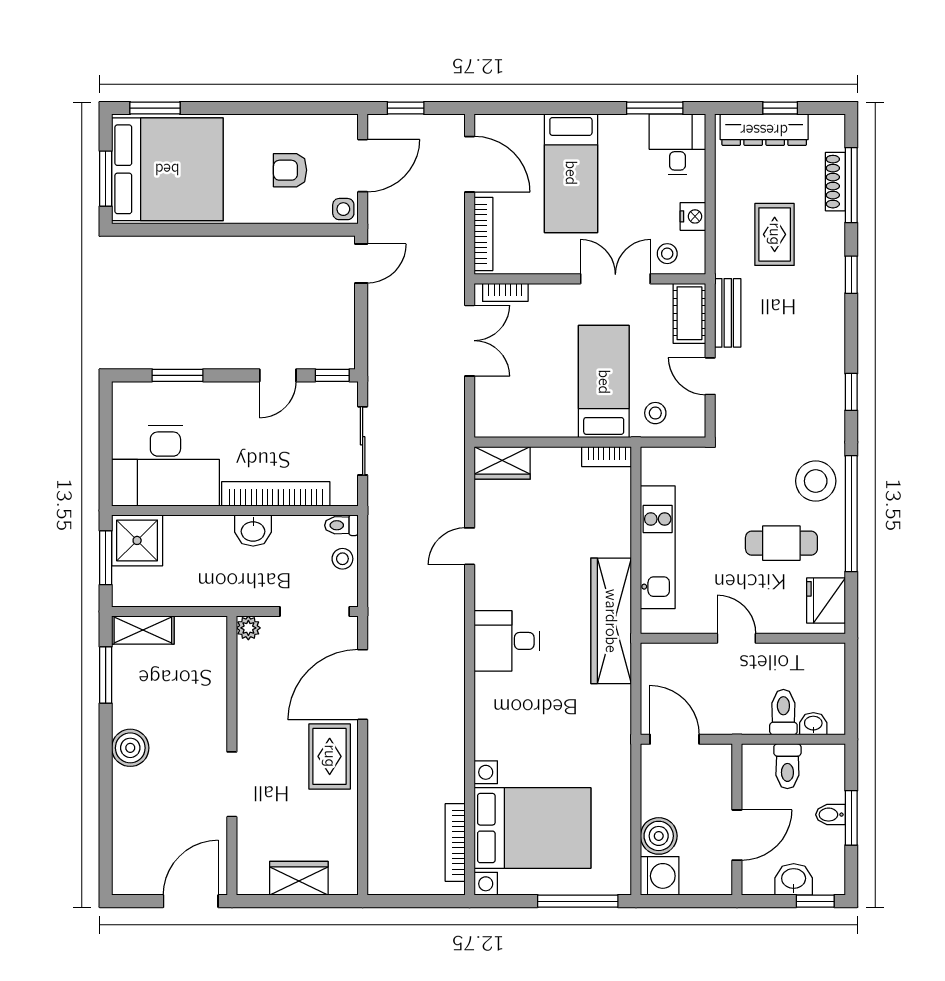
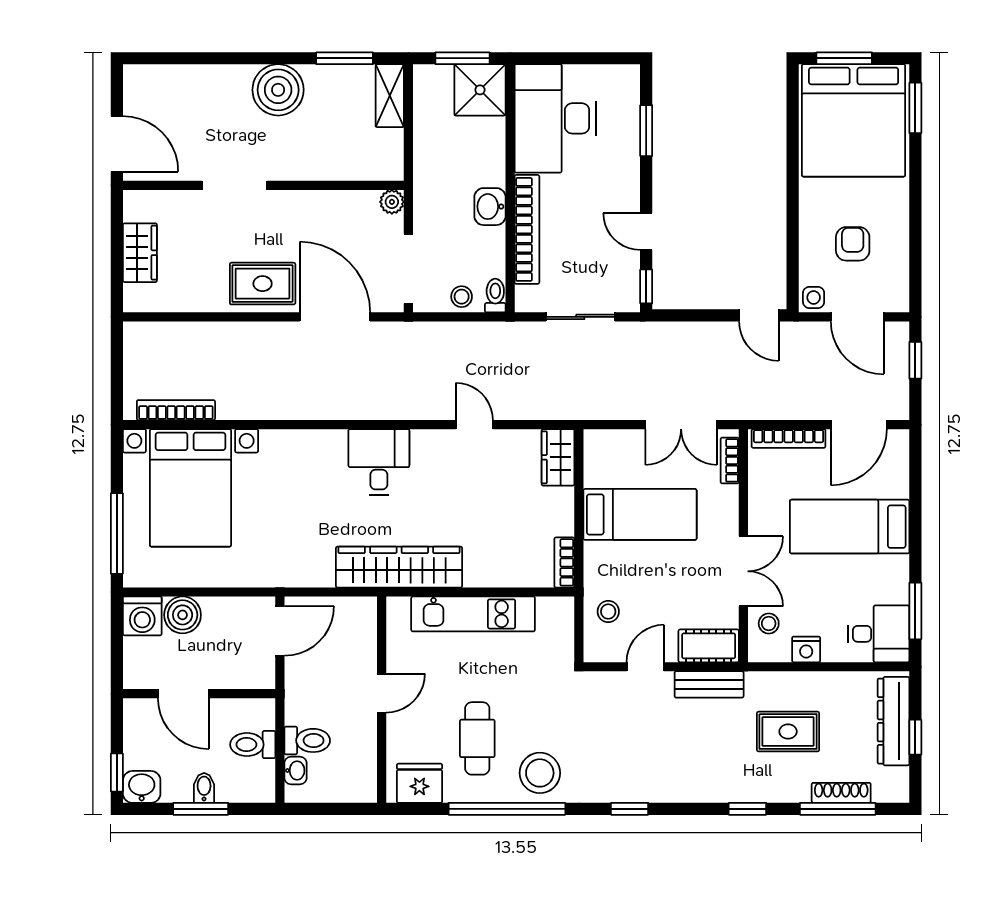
bed: (604, 382) -> (640, 514), moved
boiler: (130, 748) -> (278, 90), width x1.37, depth x1.37
washbasin: (794, 879) -> (142, 787), moved, turned -90

